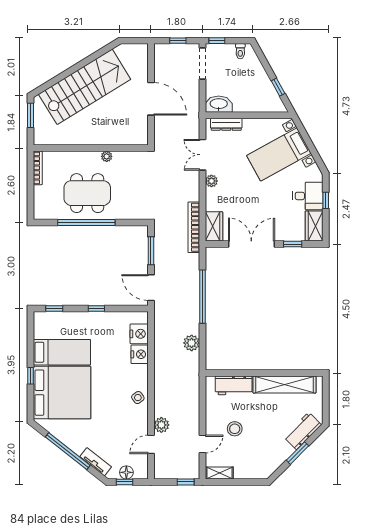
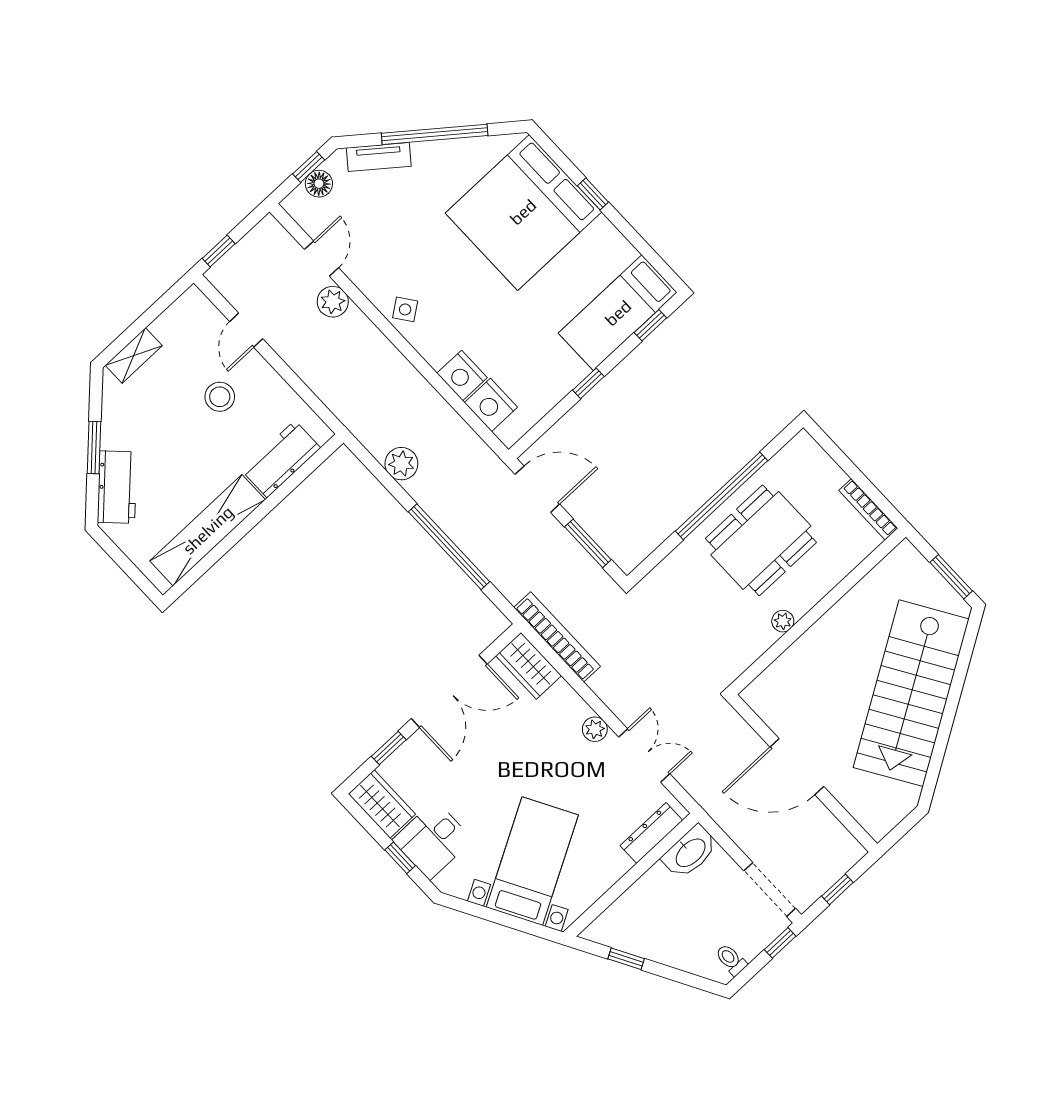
bed: (62, 352) -> (618, 313), moved
shelving: (220, 473) -> (134, 355), moved

